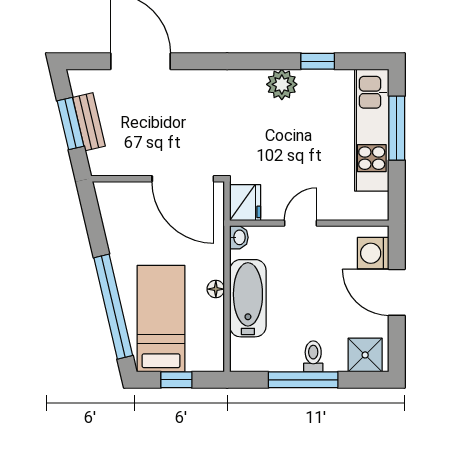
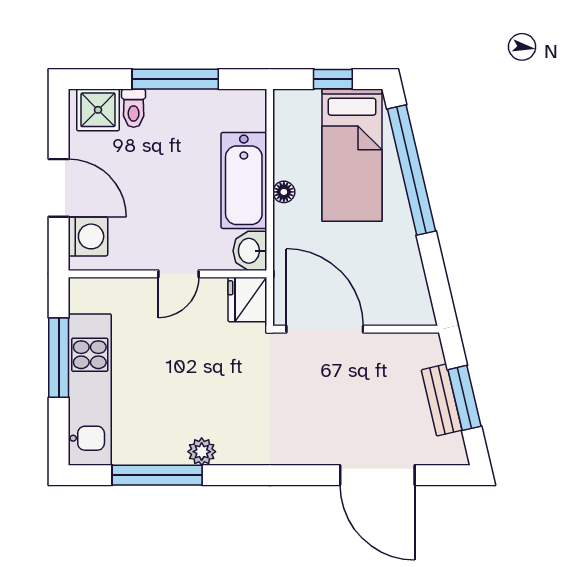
window: (318, 61) -> (157, 475), width x2.17
plant: (282, 84) -> (202, 452), width x0.73, depth x0.73
window: (397, 128) -> (59, 358), moved
washbasin: (239, 237) -> (250, 251), width x1.38, depth x1.45
toilet: (313, 356) -> (134, 108), moved

